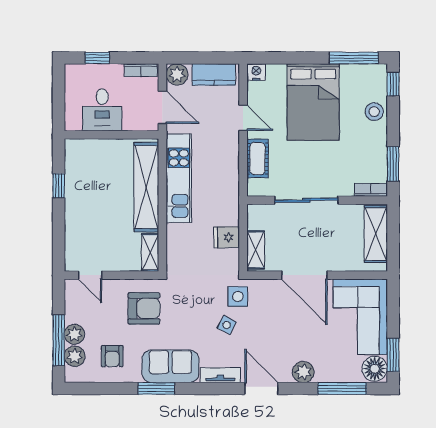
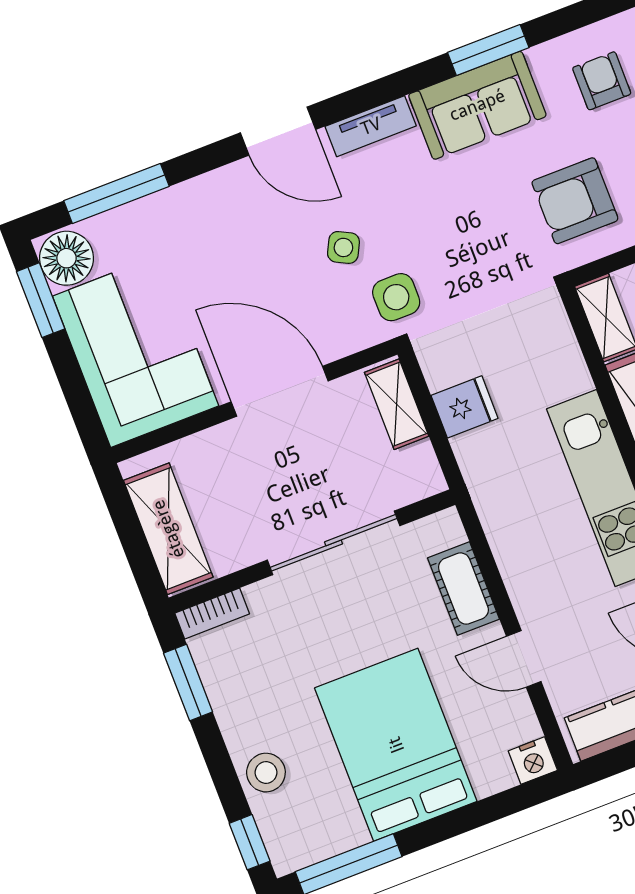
side table: (227, 325) -> (343, 247), moved
plant: (303, 372) -> (207, 196), removed

